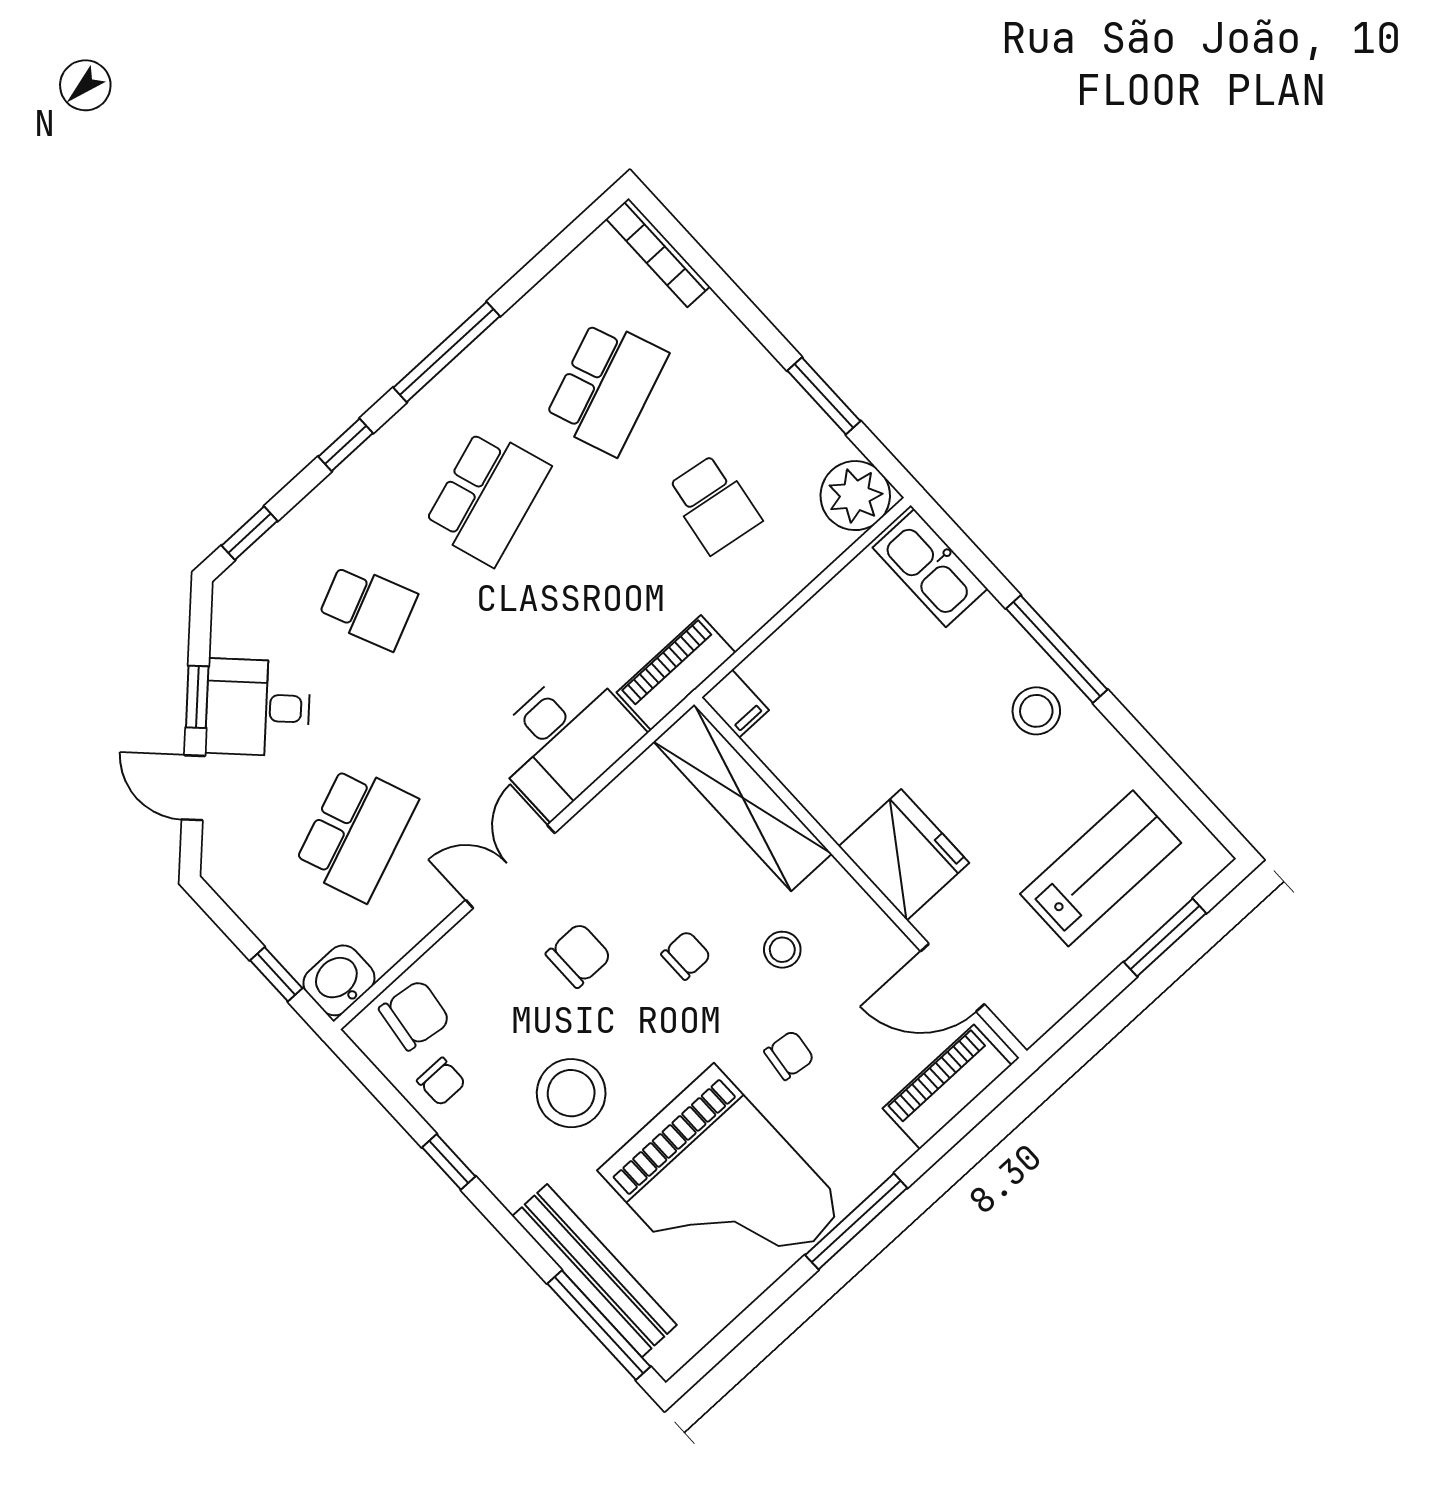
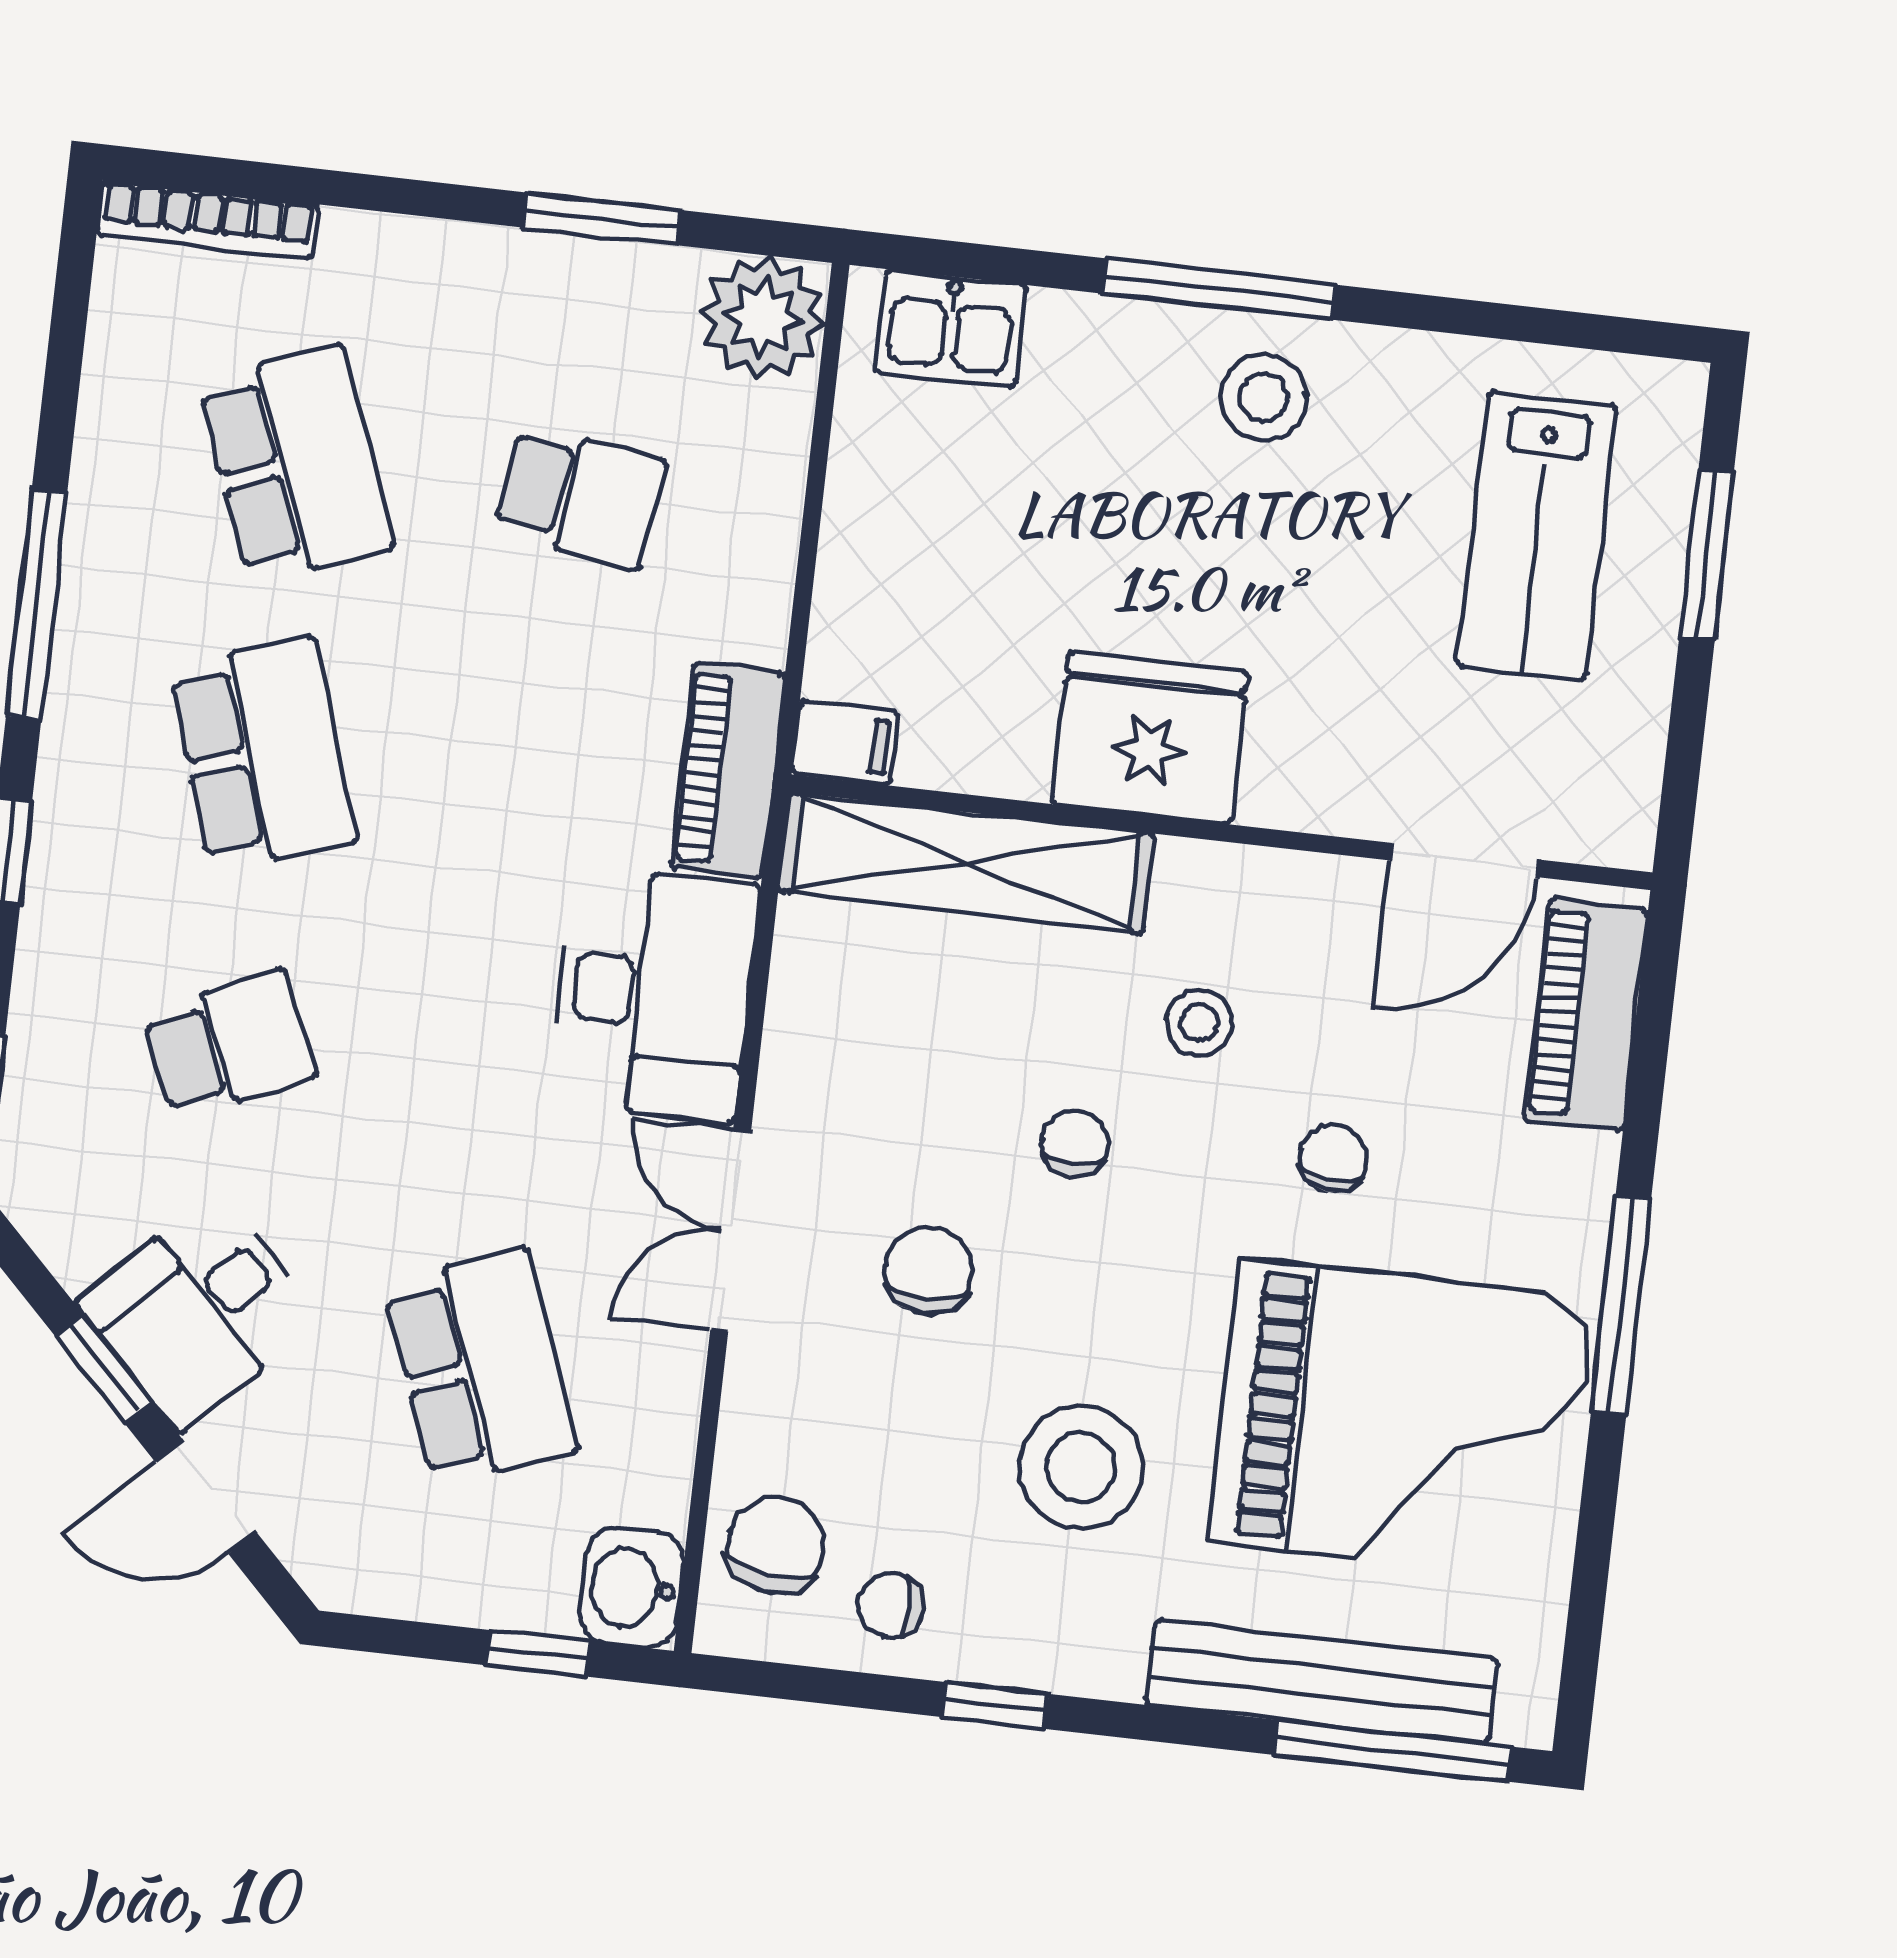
kitchen sink: (930, 568) -> (951, 328), width x0.73
fridge: (904, 855) -> (1150, 738), moved
lab bench: (1101, 868) -> (1537, 536), turned 180
chair: (441, 1082) -> (891, 1605), turned 180

